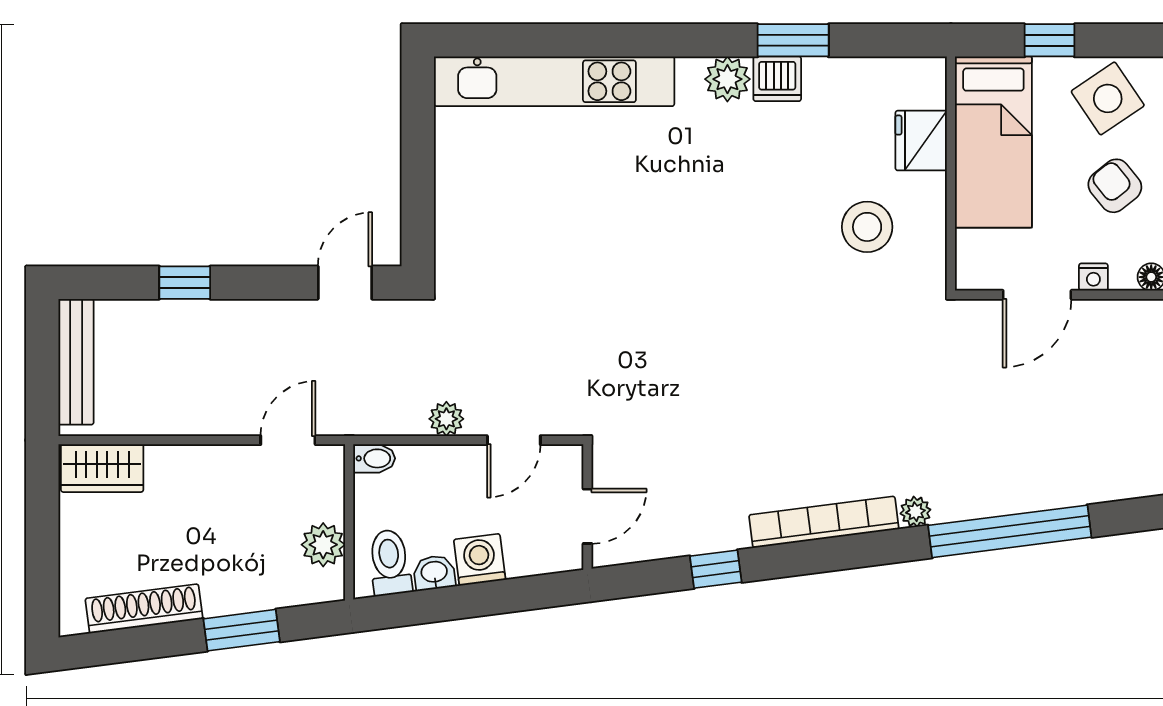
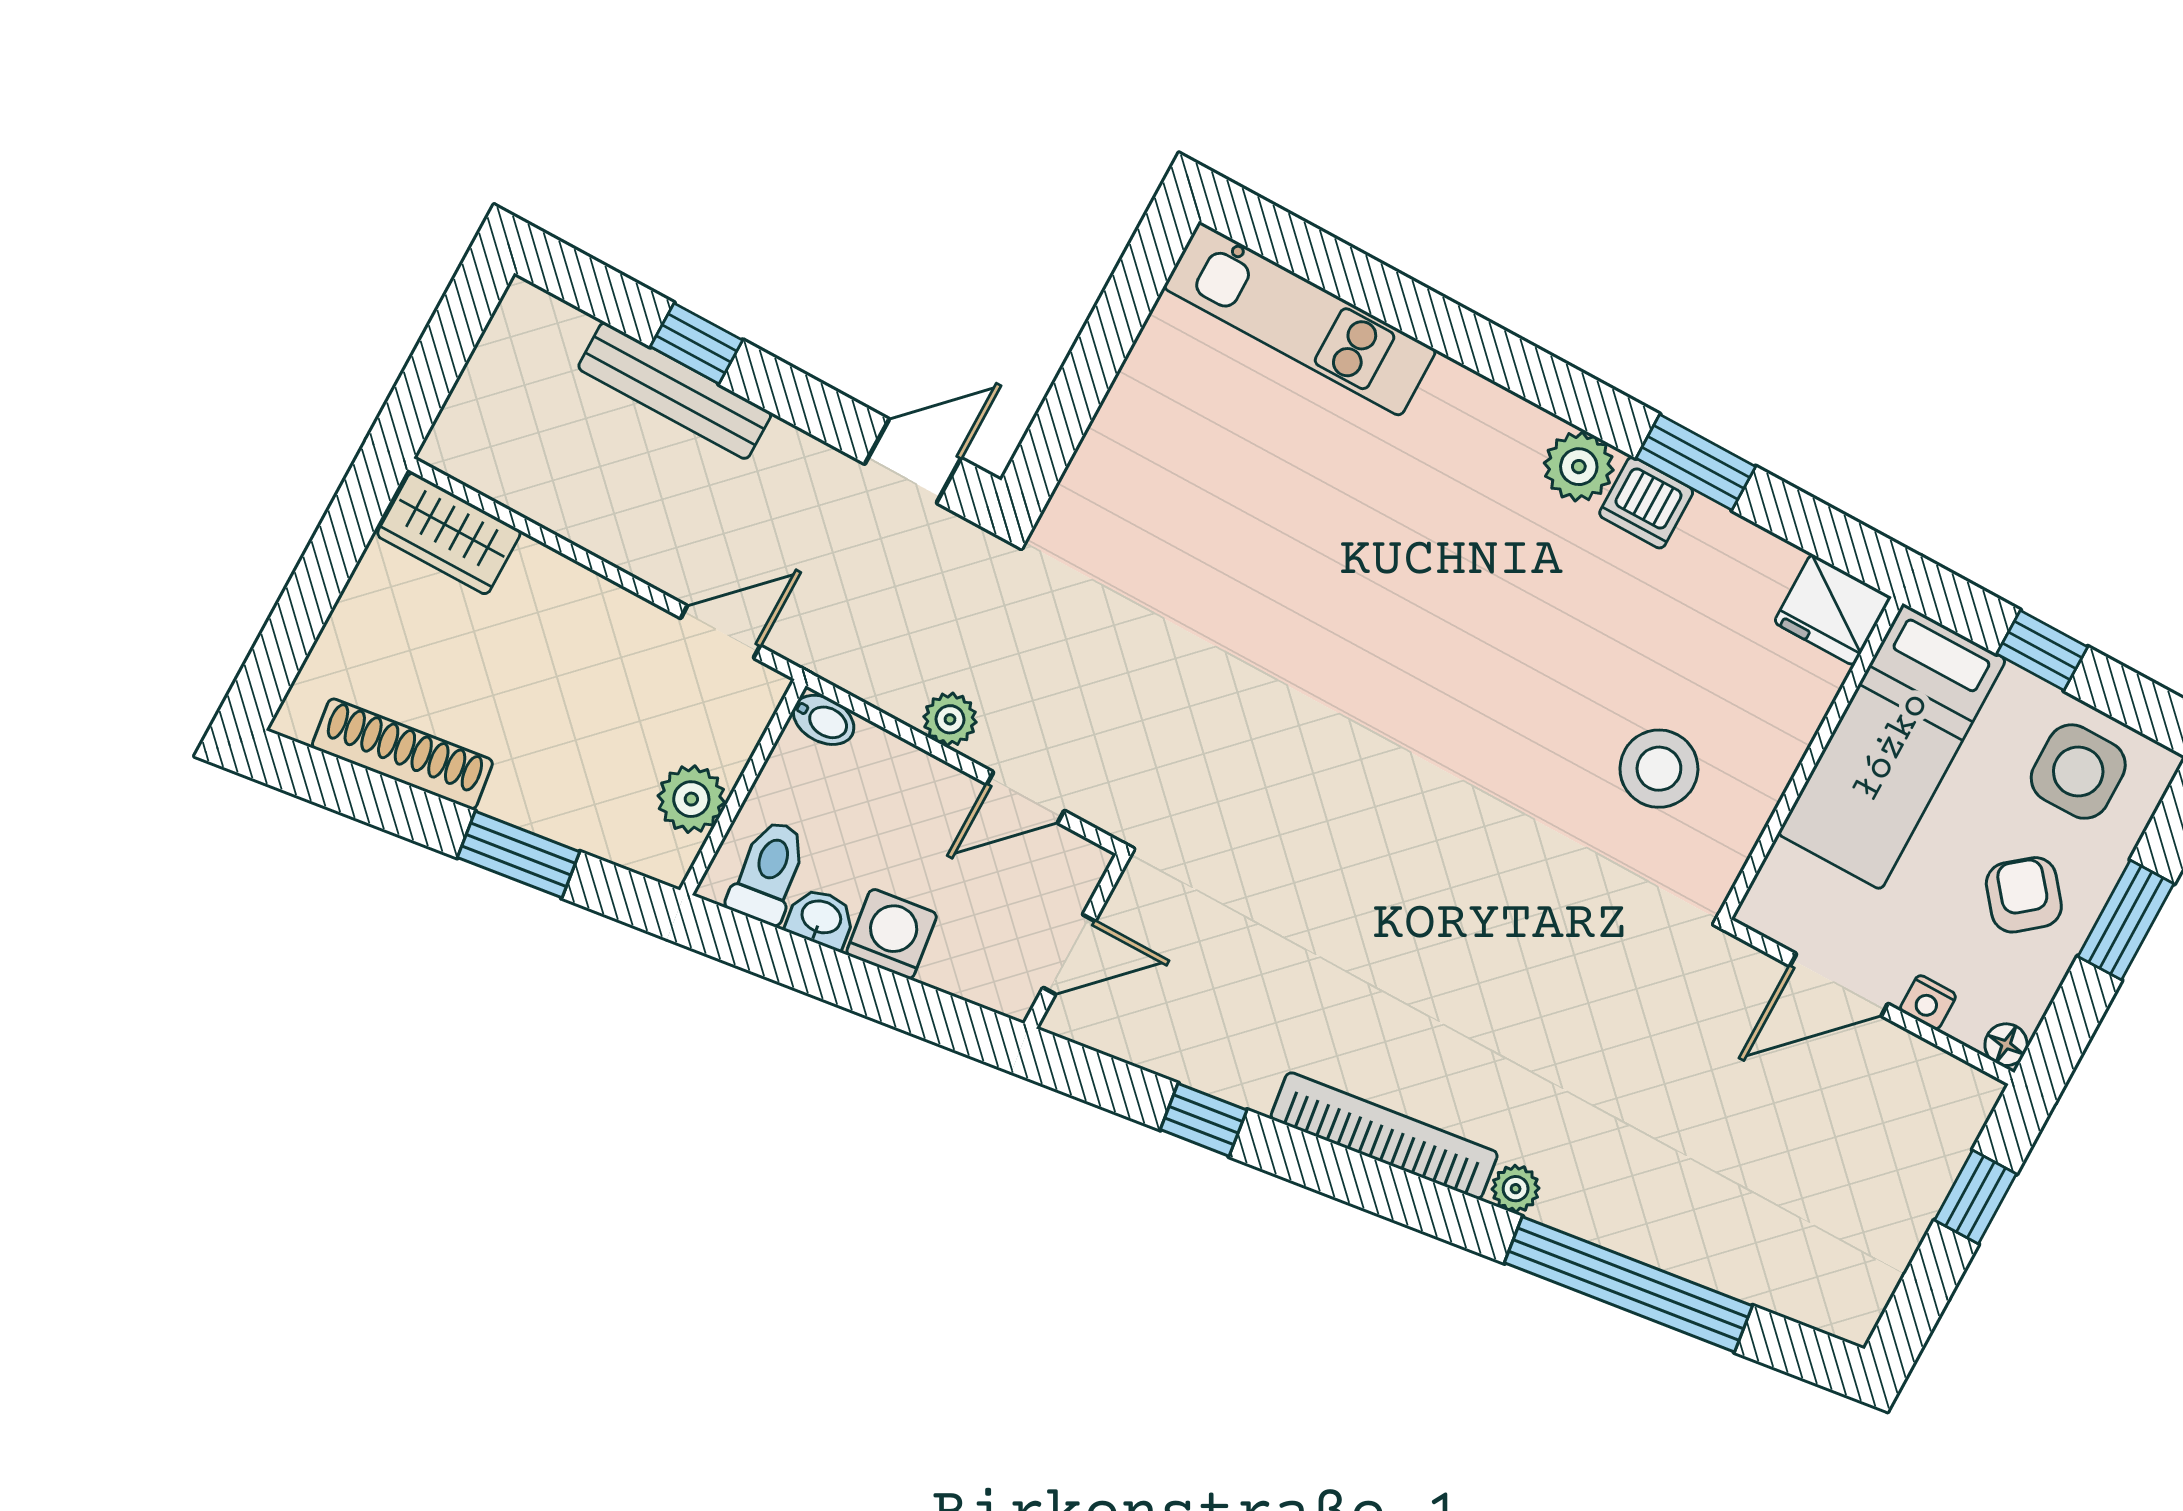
kitchen unit: (554, 81) -> (1300, 319), width x0.73
side table: (1108, 98) -> (2078, 772), turned 34
fridge: (921, 141) -> (1832, 610), moved, turned -90
bench: (76, 362) -> (675, 391), moved, turned 90

